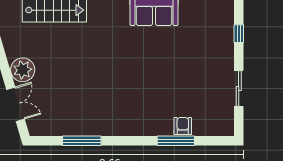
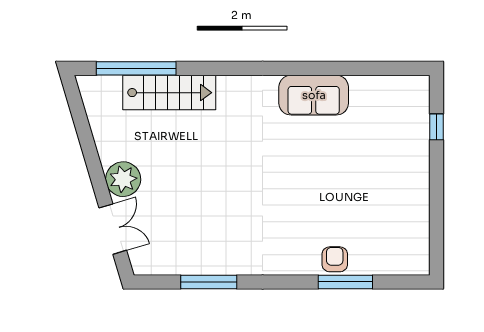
sliding door: (239, 88) -> (437, 206), removed
armchair: (183, 126) -> (335, 259), moved

